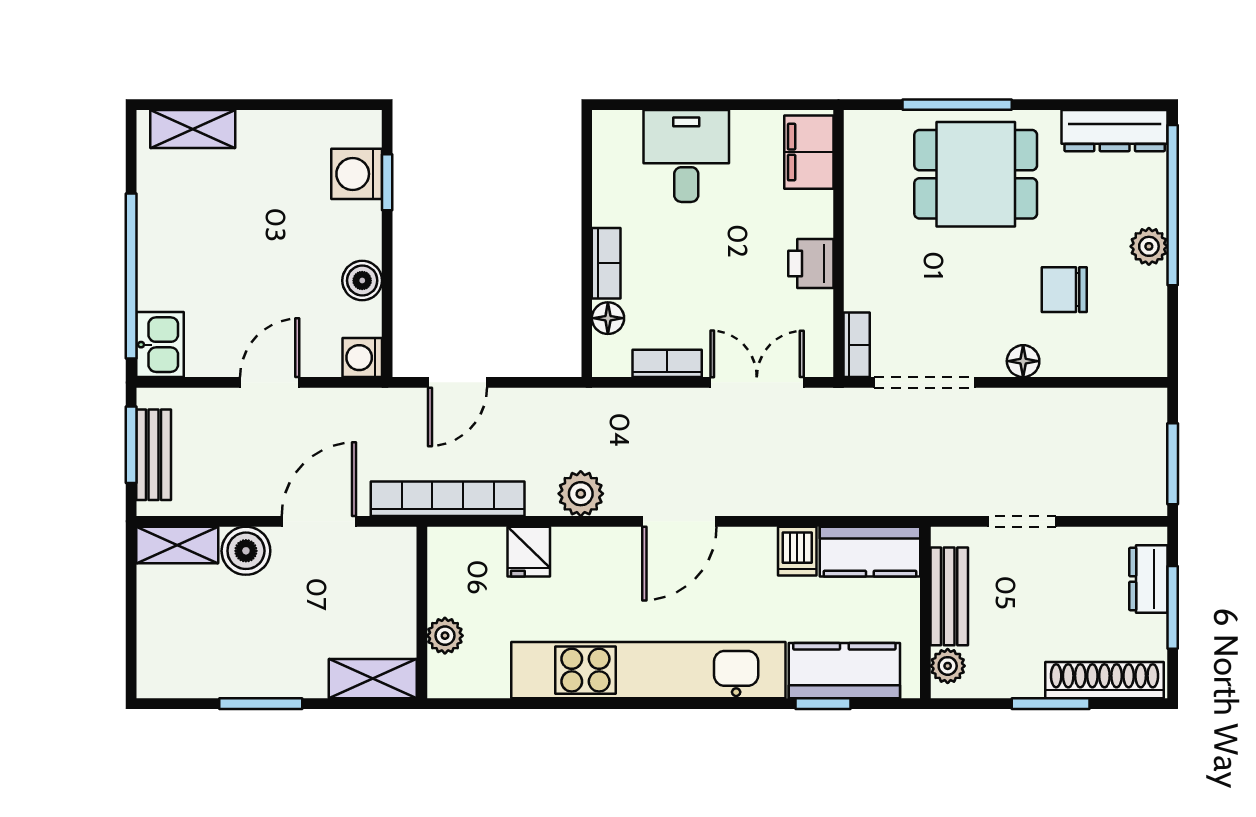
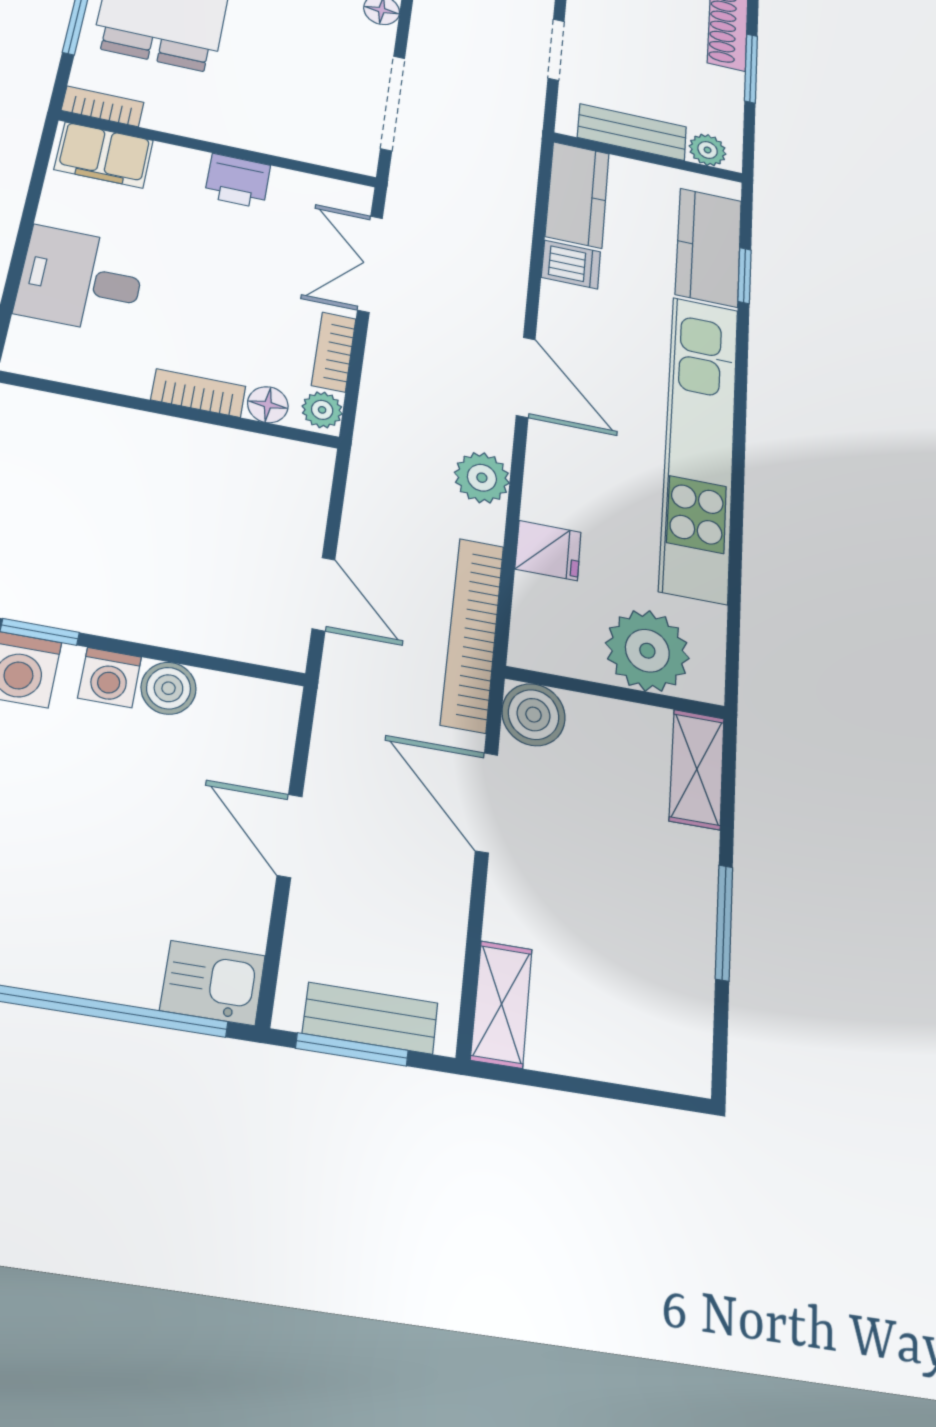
bookcase: (857, 345) -> (103, 106), moved
washing machine: (362, 358) -> (110, 678), moved
plant: (613, 361) -> (322, 410), added
boiler: (246, 551) -> (534, 715), moved
plant: (445, 636) -> (647, 651), width x1.87, depth x1.87

